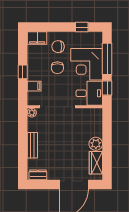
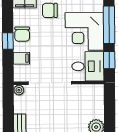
chair: (57, 68) -> (22, 34), moved

